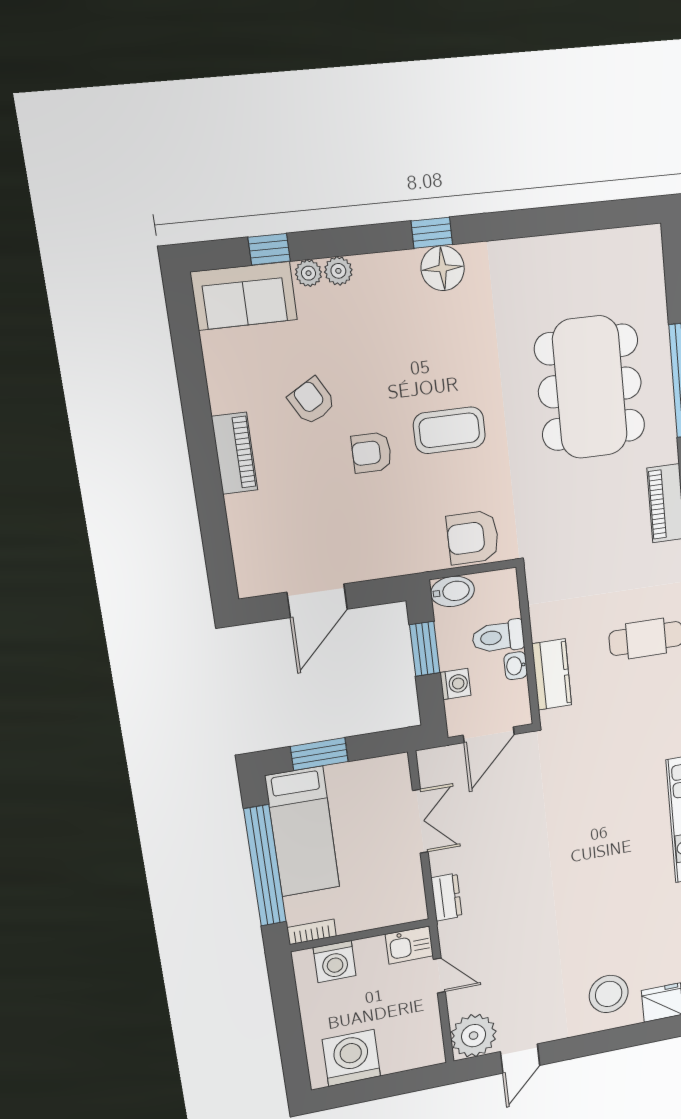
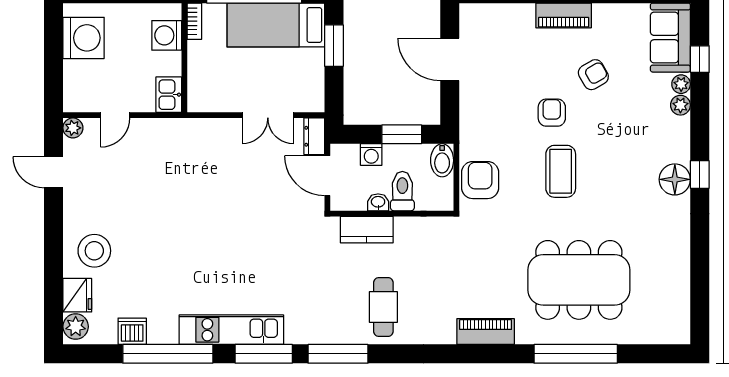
dresser: (446, 897) -> (314, 136), moved, turned 90
door: (439, 975) -> (115, 115), moved
plant: (474, 1036) -> (73, 128), width x0.53, depth x0.53

